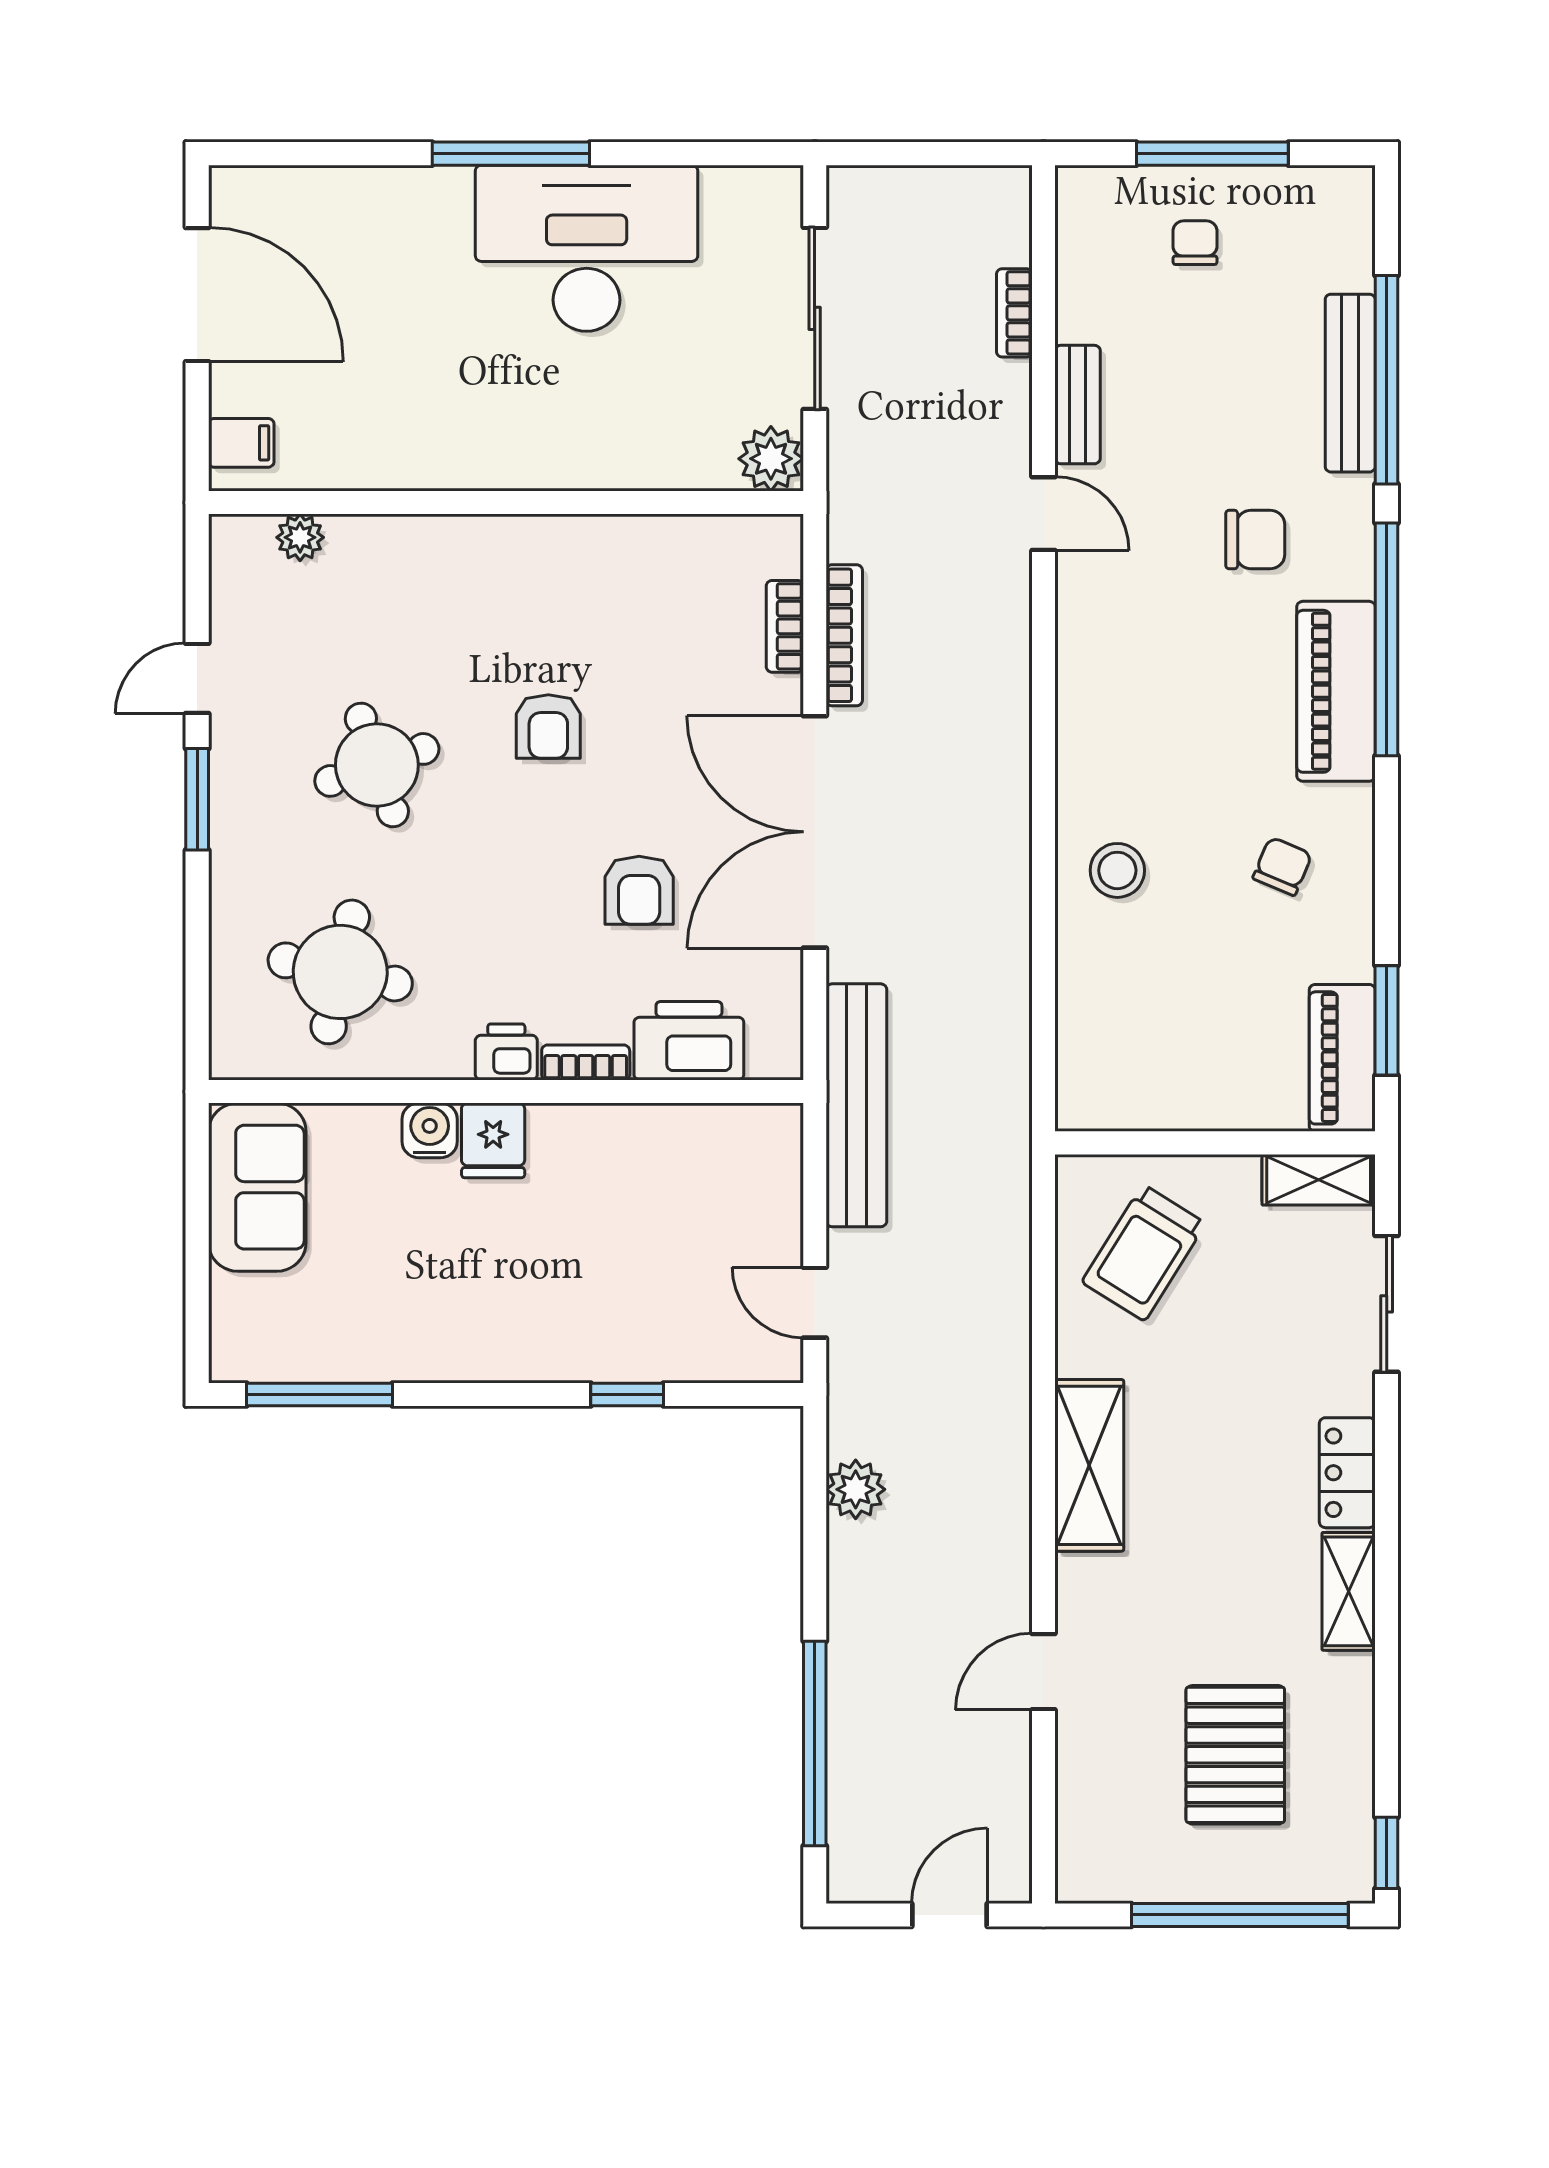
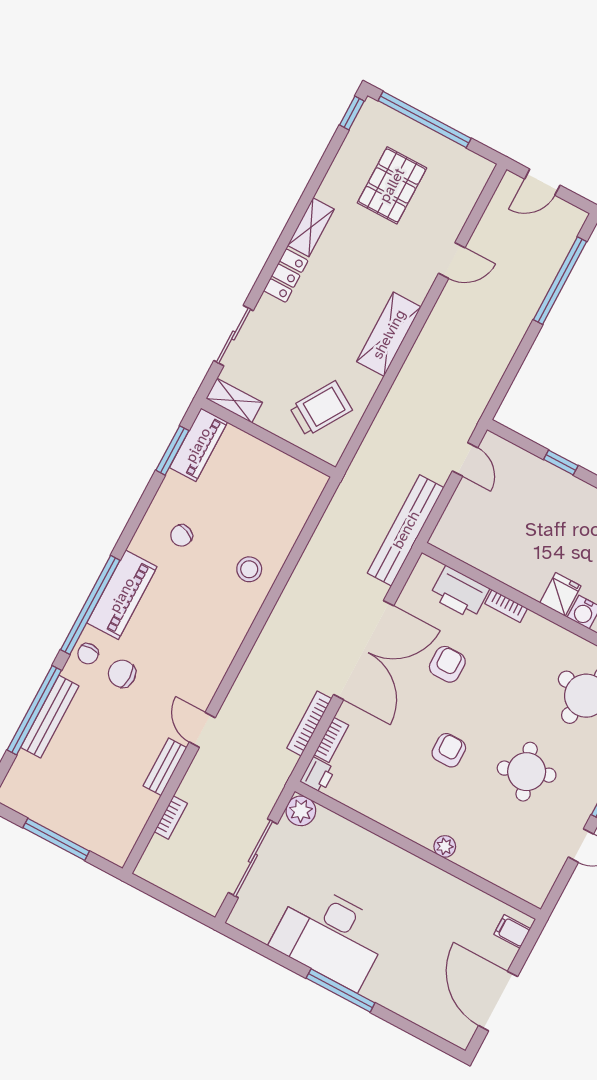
chair: (1195, 243) -> (88, 654), moved
plant: (300, 537) -> (445, 846), moved
printer: (506, 1052) -> (318, 775), moved, turned -90
plant: (856, 1489) -> (489, 375), removed

